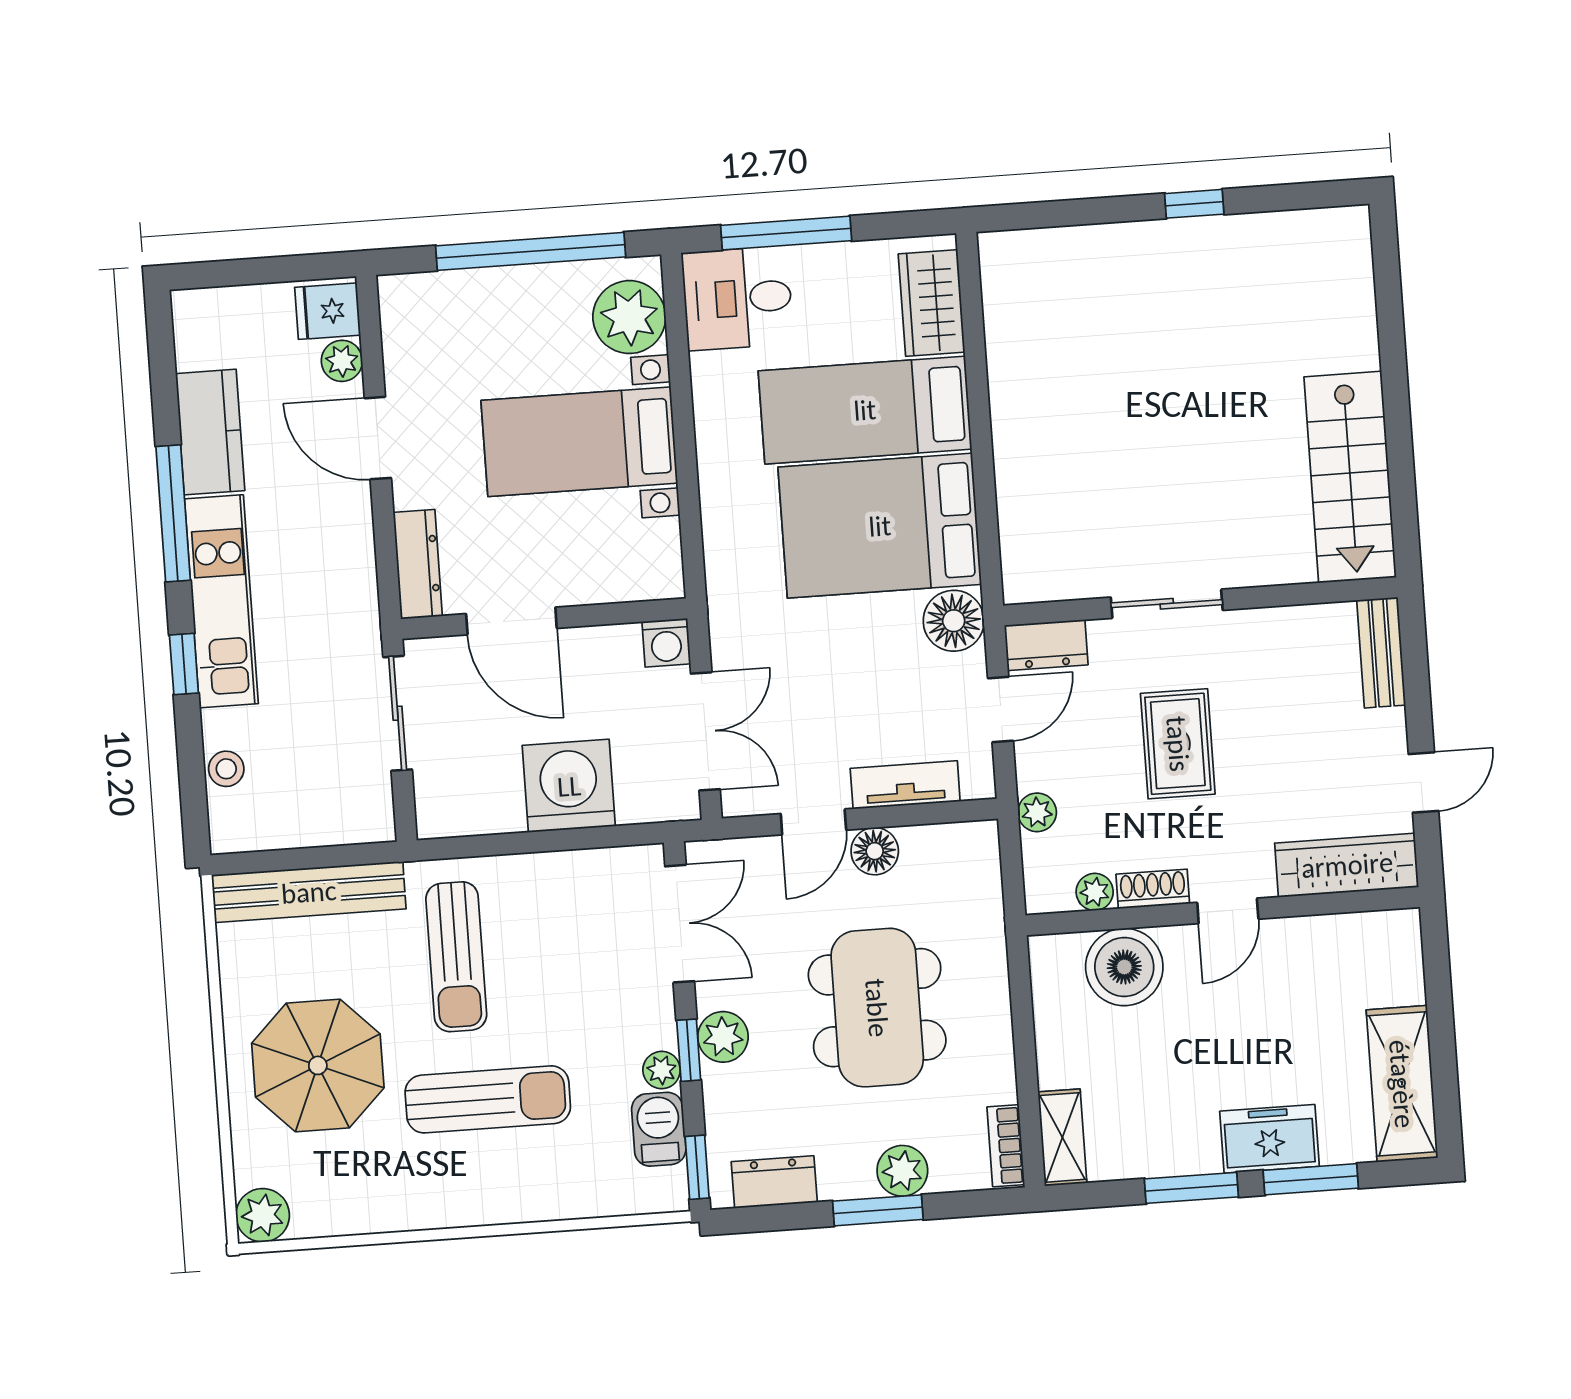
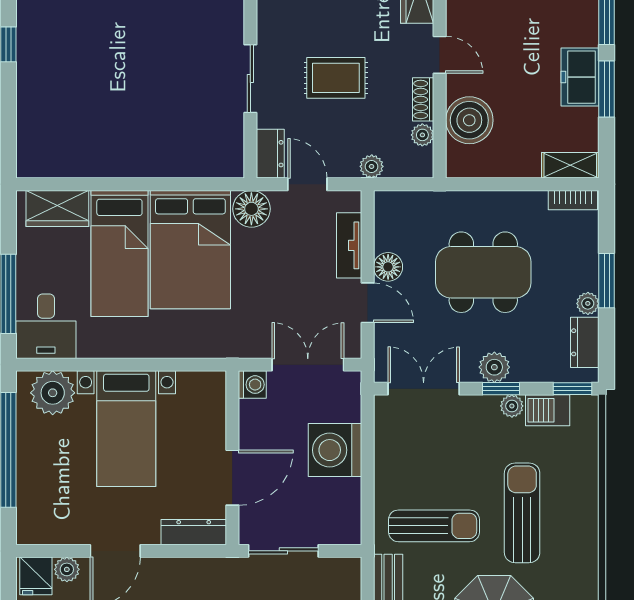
freezer: (1269, 1139) -> (580, 77), moved
plant: (902, 1171) -> (588, 303), moved, width x0.73, depth x0.73

